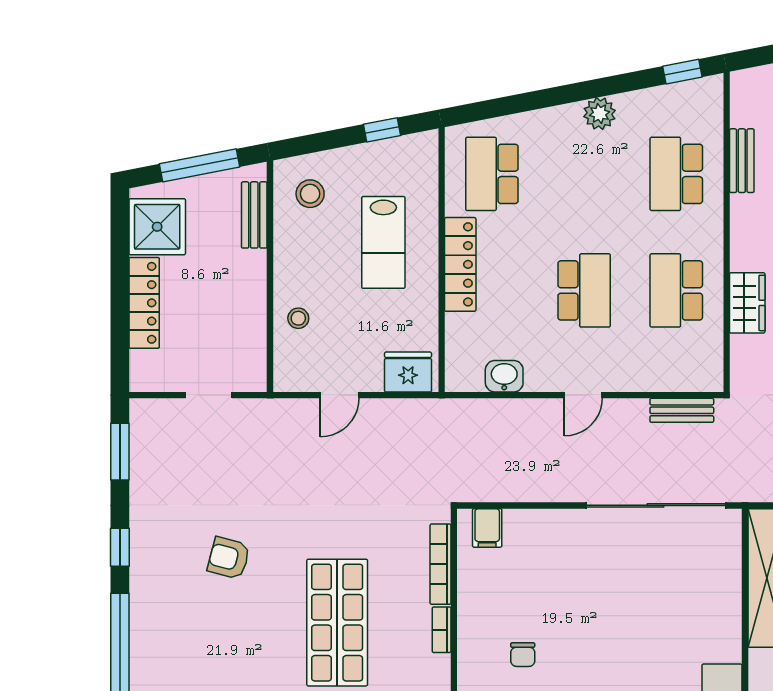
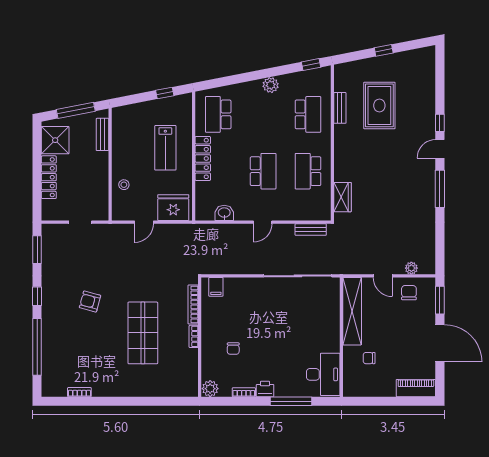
school desk: (676, 174) -> (308, 114), turned 180
stool: (310, 194) -> (130, 124), removed
wardrobe: (747, 303) -> (343, 197), moved
fridge: (408, 372) -> (173, 208), width x1.36, depth x1.34

